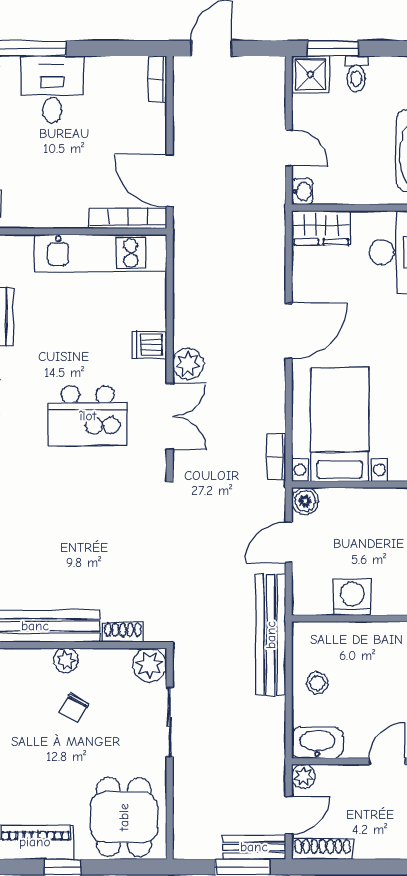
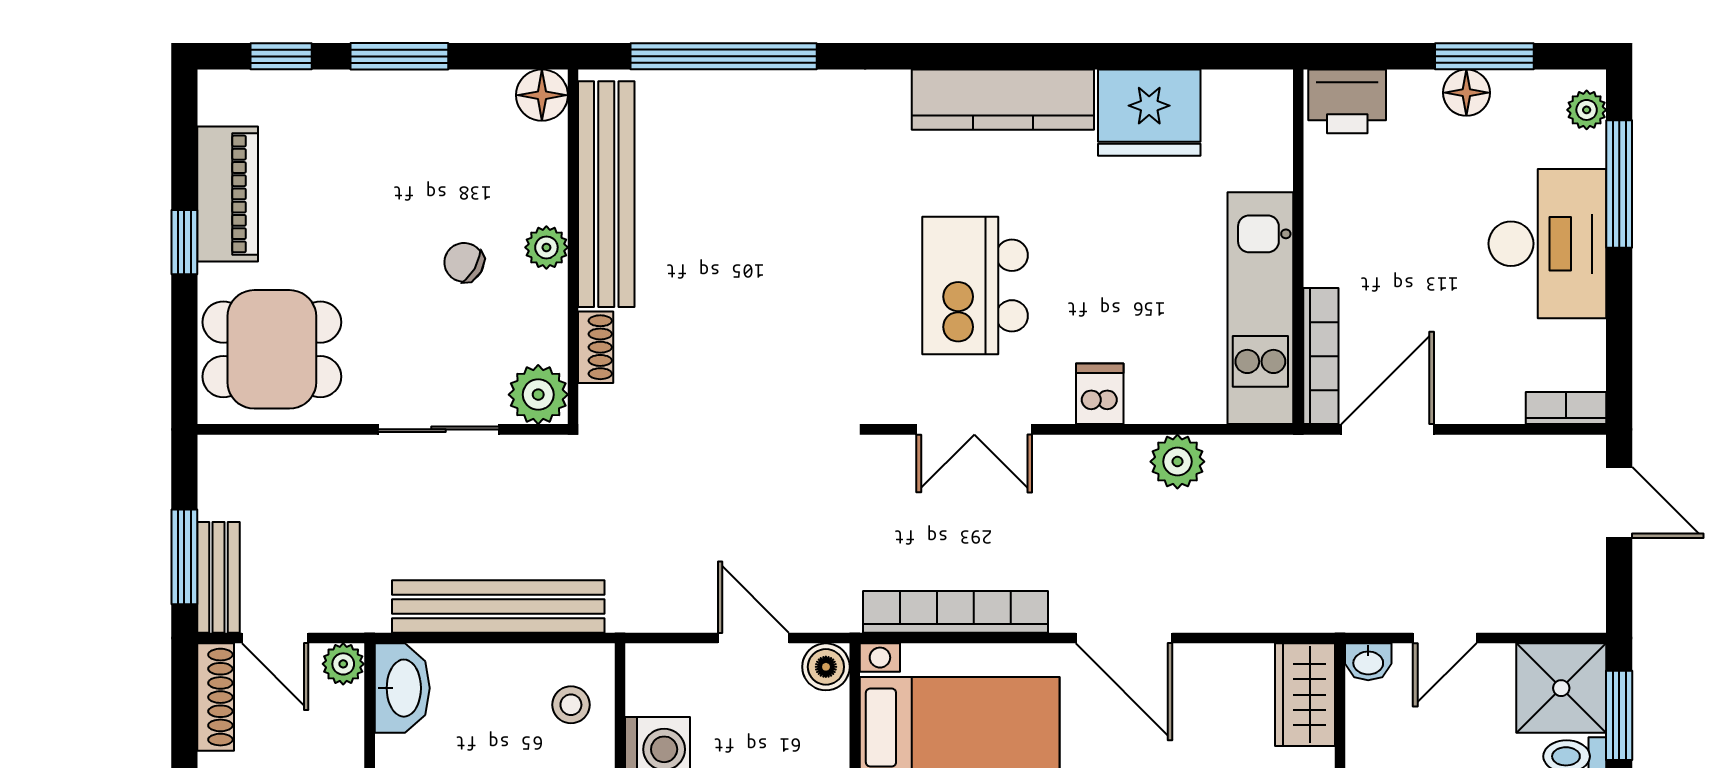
shower: (310, 75) -> (1561, 688), width x1.36, depth x1.36
desk: (52, 89) -> (1547, 244), width x1.37
plant: (188, 364) -> (1177, 462), moved
bookcase: (277, 457) -> (955, 612), width x2.31, depth x1.31
bench: (271, 635) -> (498, 606), moved
stool: (317, 683) -> (571, 705), moved

